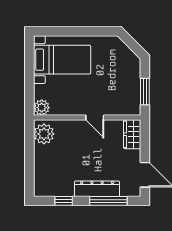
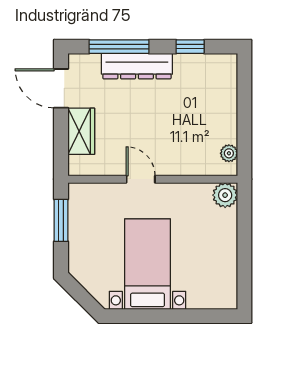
bed with nightstands: (62, 60) -> (148, 264), moved, turned 90
plant: (44, 134) -> (229, 153), width x0.53, depth x0.53
wardrobe: (132, 134) -> (81, 131), moved

